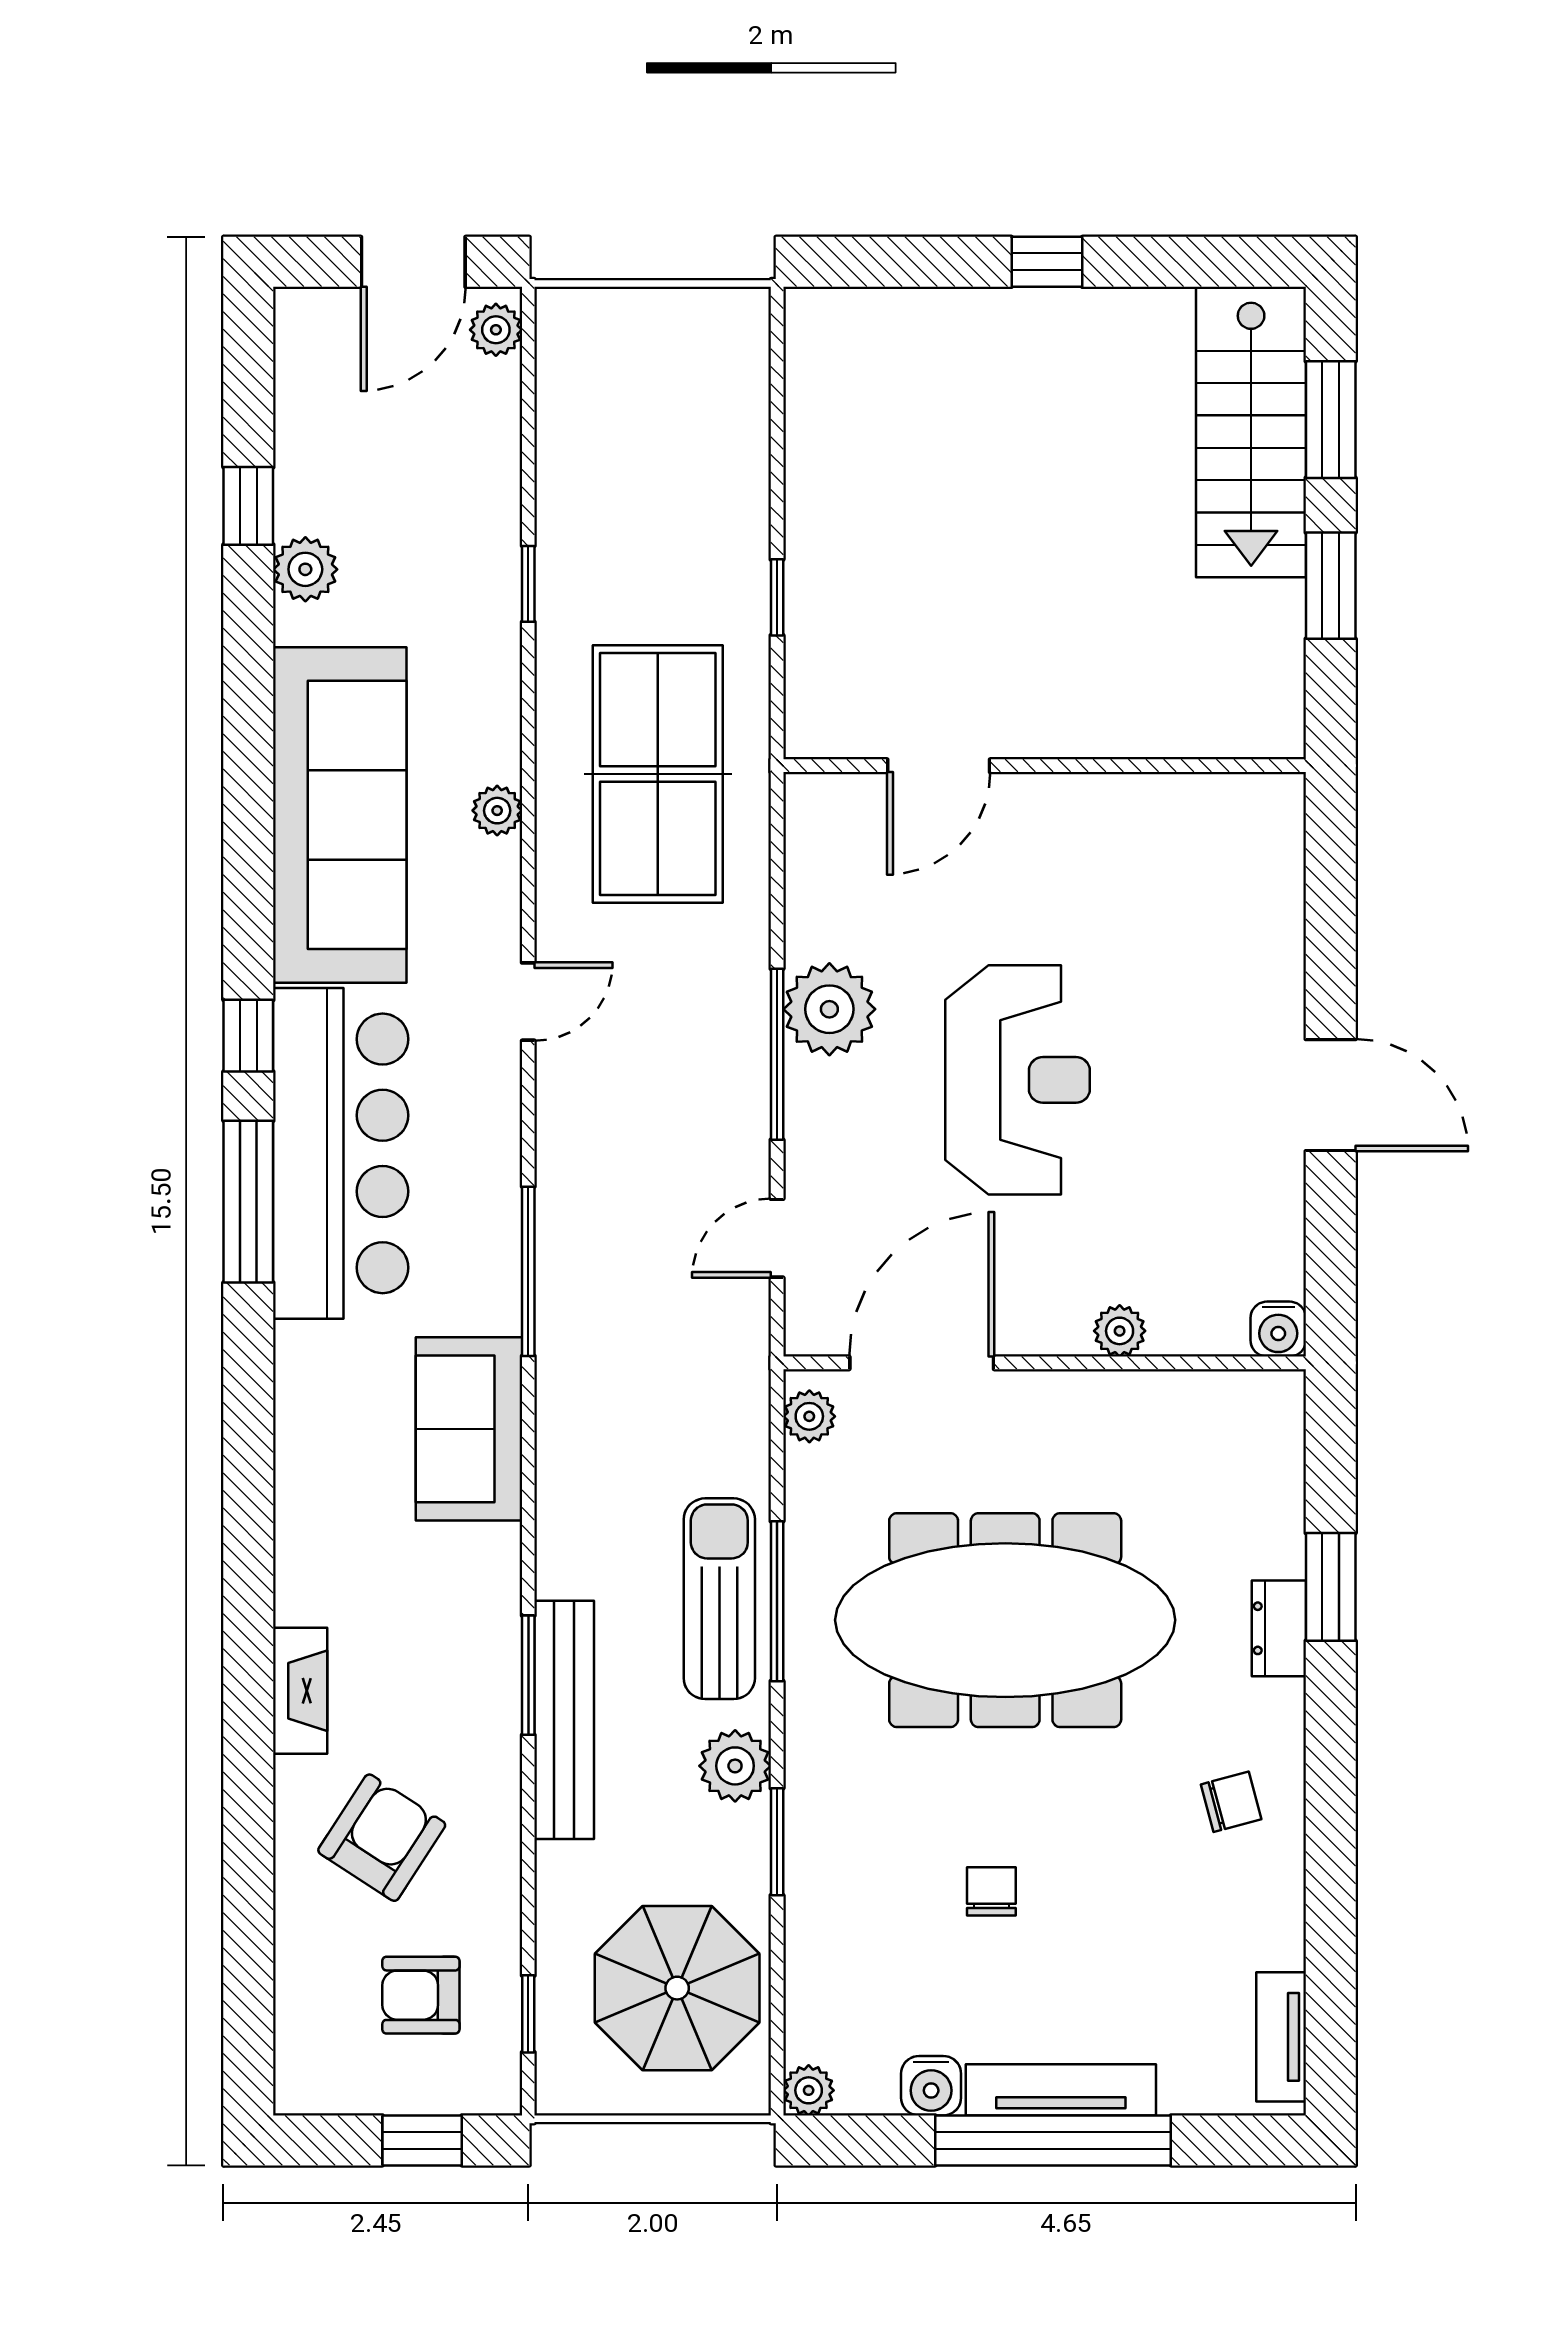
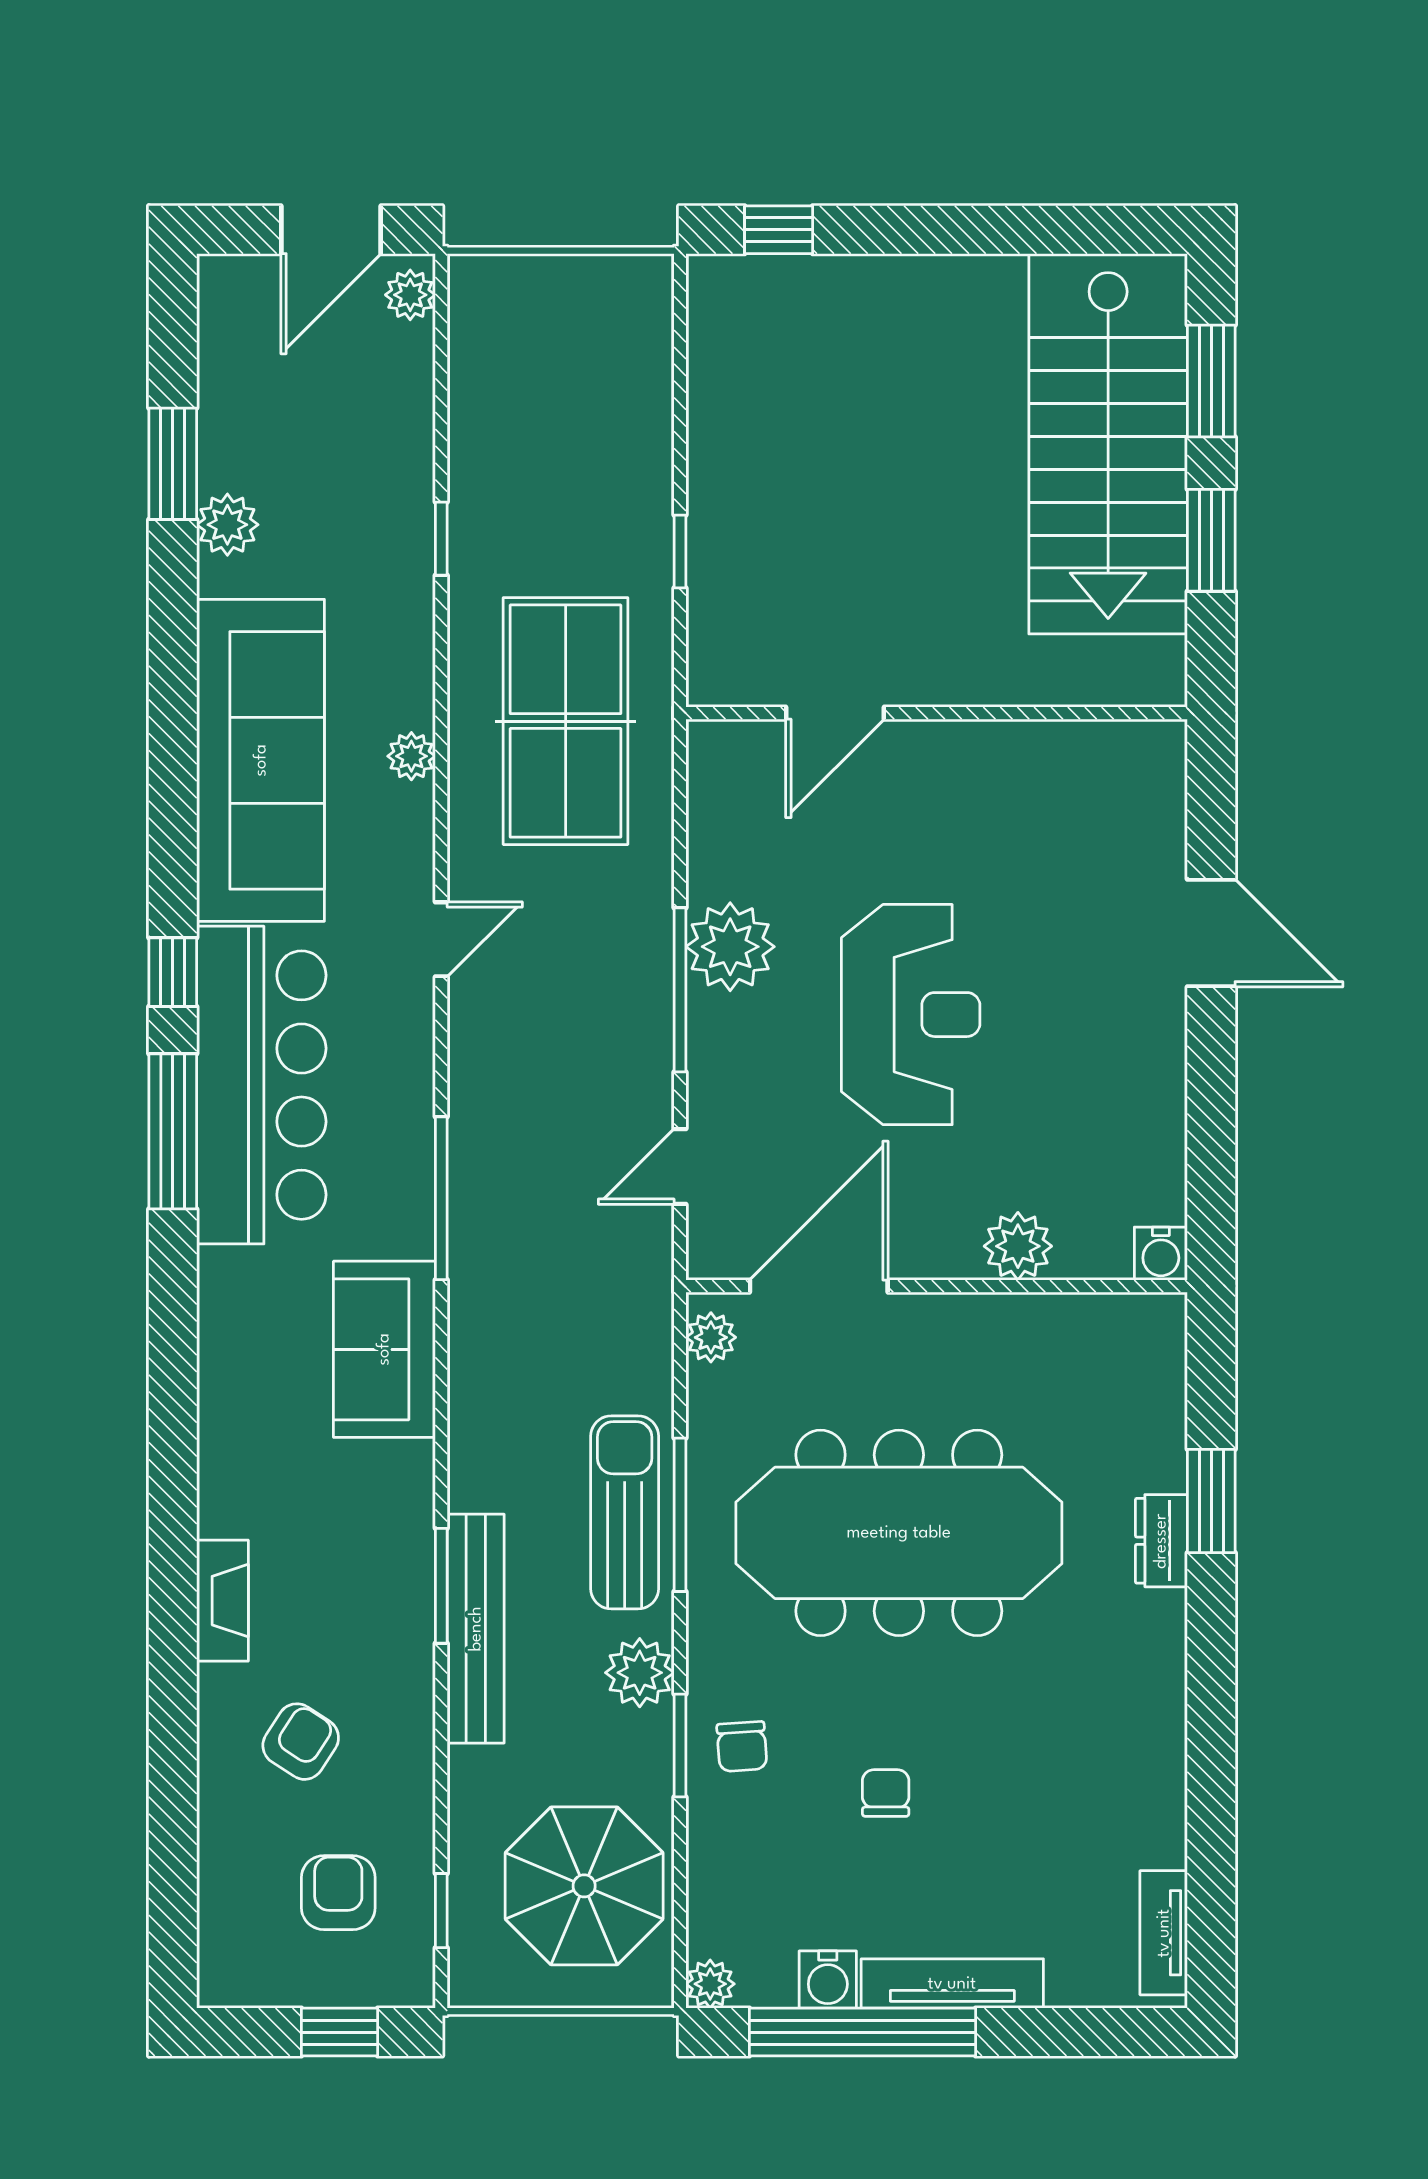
window: (1047, 262) -> (779, 230), moved
stairs: (1251, 432) -> (1108, 444), width x1.36, depth x1.51
window: (248, 506) -> (173, 464), width x1.50
door: (1331, 1095) -> (1211, 933), moved
plant: (1120, 1331) -> (1018, 1246), width x1.38, depth x1.38
chair: (1231, 1802) -> (742, 1747), moved, turned 101
armchair: (382, 1838) -> (301, 1742), width x0.72, depth x0.72
armchair: (421, 1995) -> (338, 1893), turned 90
window: (1053, 2140) -> (862, 2032), moved

